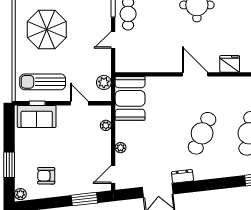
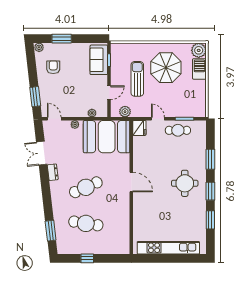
fridge: (230, 64) -> (139, 128), moved
door: (195, 74) -> (131, 182), hinge flipped
sun lounger: (43, 82) -> (137, 79), moved
booth: (130, 98) -> (107, 137), width x1.36, depth x1.42
cafe table: (202, 133) -> (86, 187), turned -48

